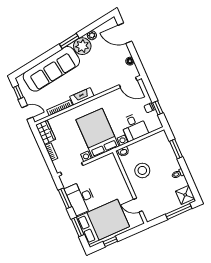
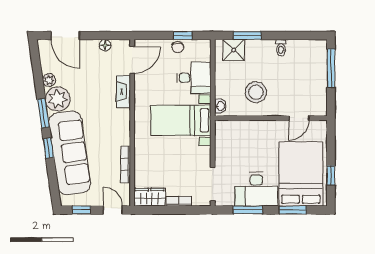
door: (125, 33) -> (65, 36), hinge flipped
window: (48, 54) -> (48, 148), added
fireplace: (82, 96) -> (123, 92), moved
door: (27, 112) -> (113, 210), hinge flipped
bed with nightstands: (97, 133) -> (181, 120), width x0.73
shower: (185, 195) -> (234, 50), moved

